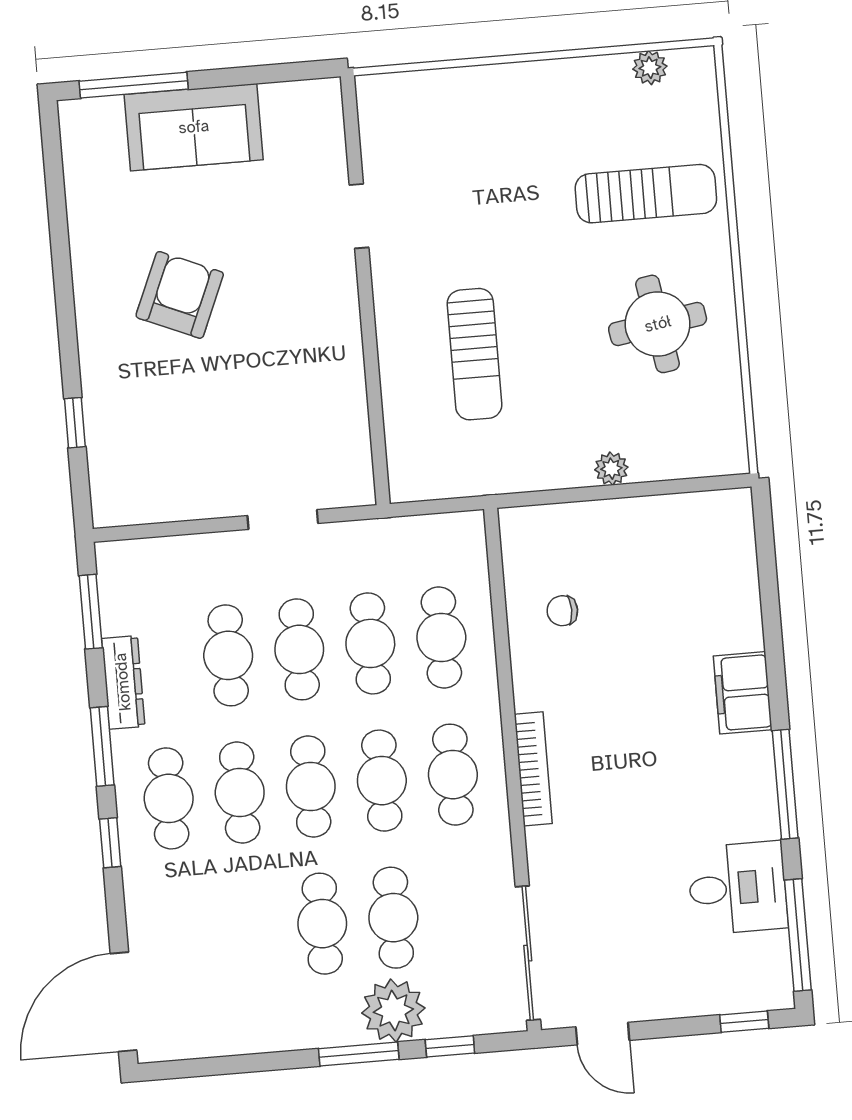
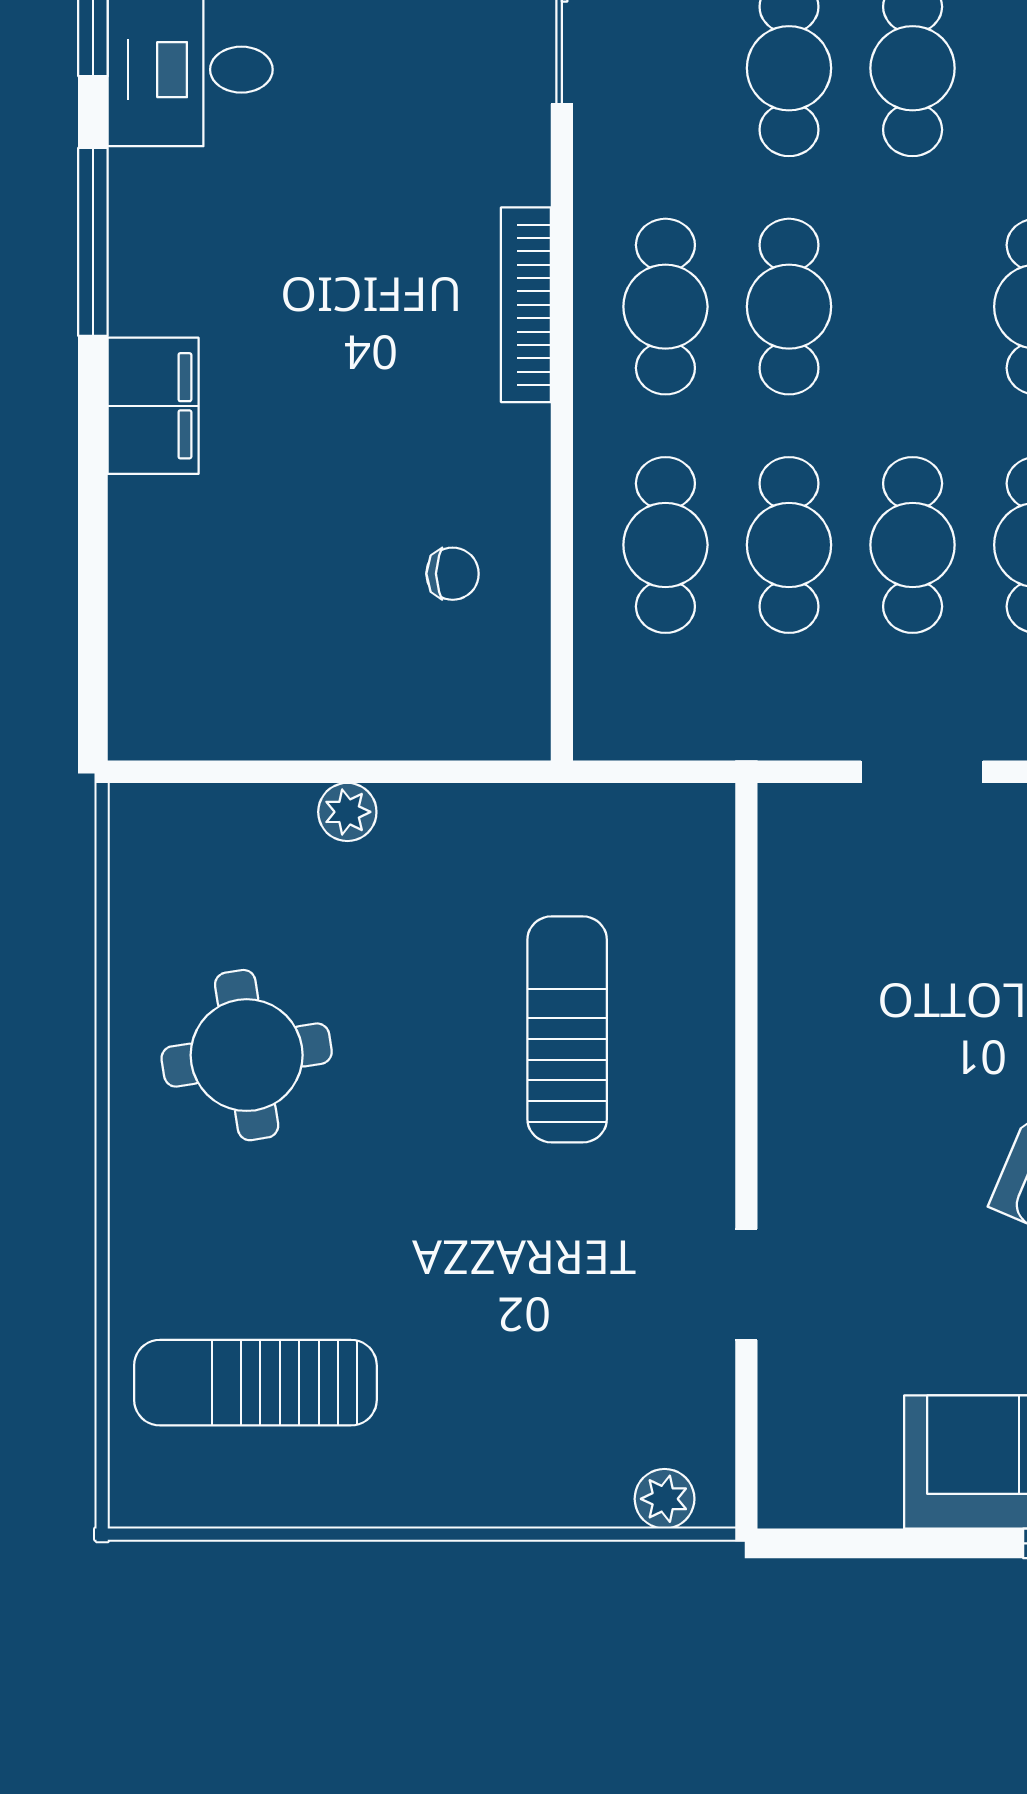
plant: (650, 68) -> (665, 1499), moved
sun lounger: (646, 194) -> (255, 1383), moved
cafe table: (311, 787) -> (913, 307), removed

